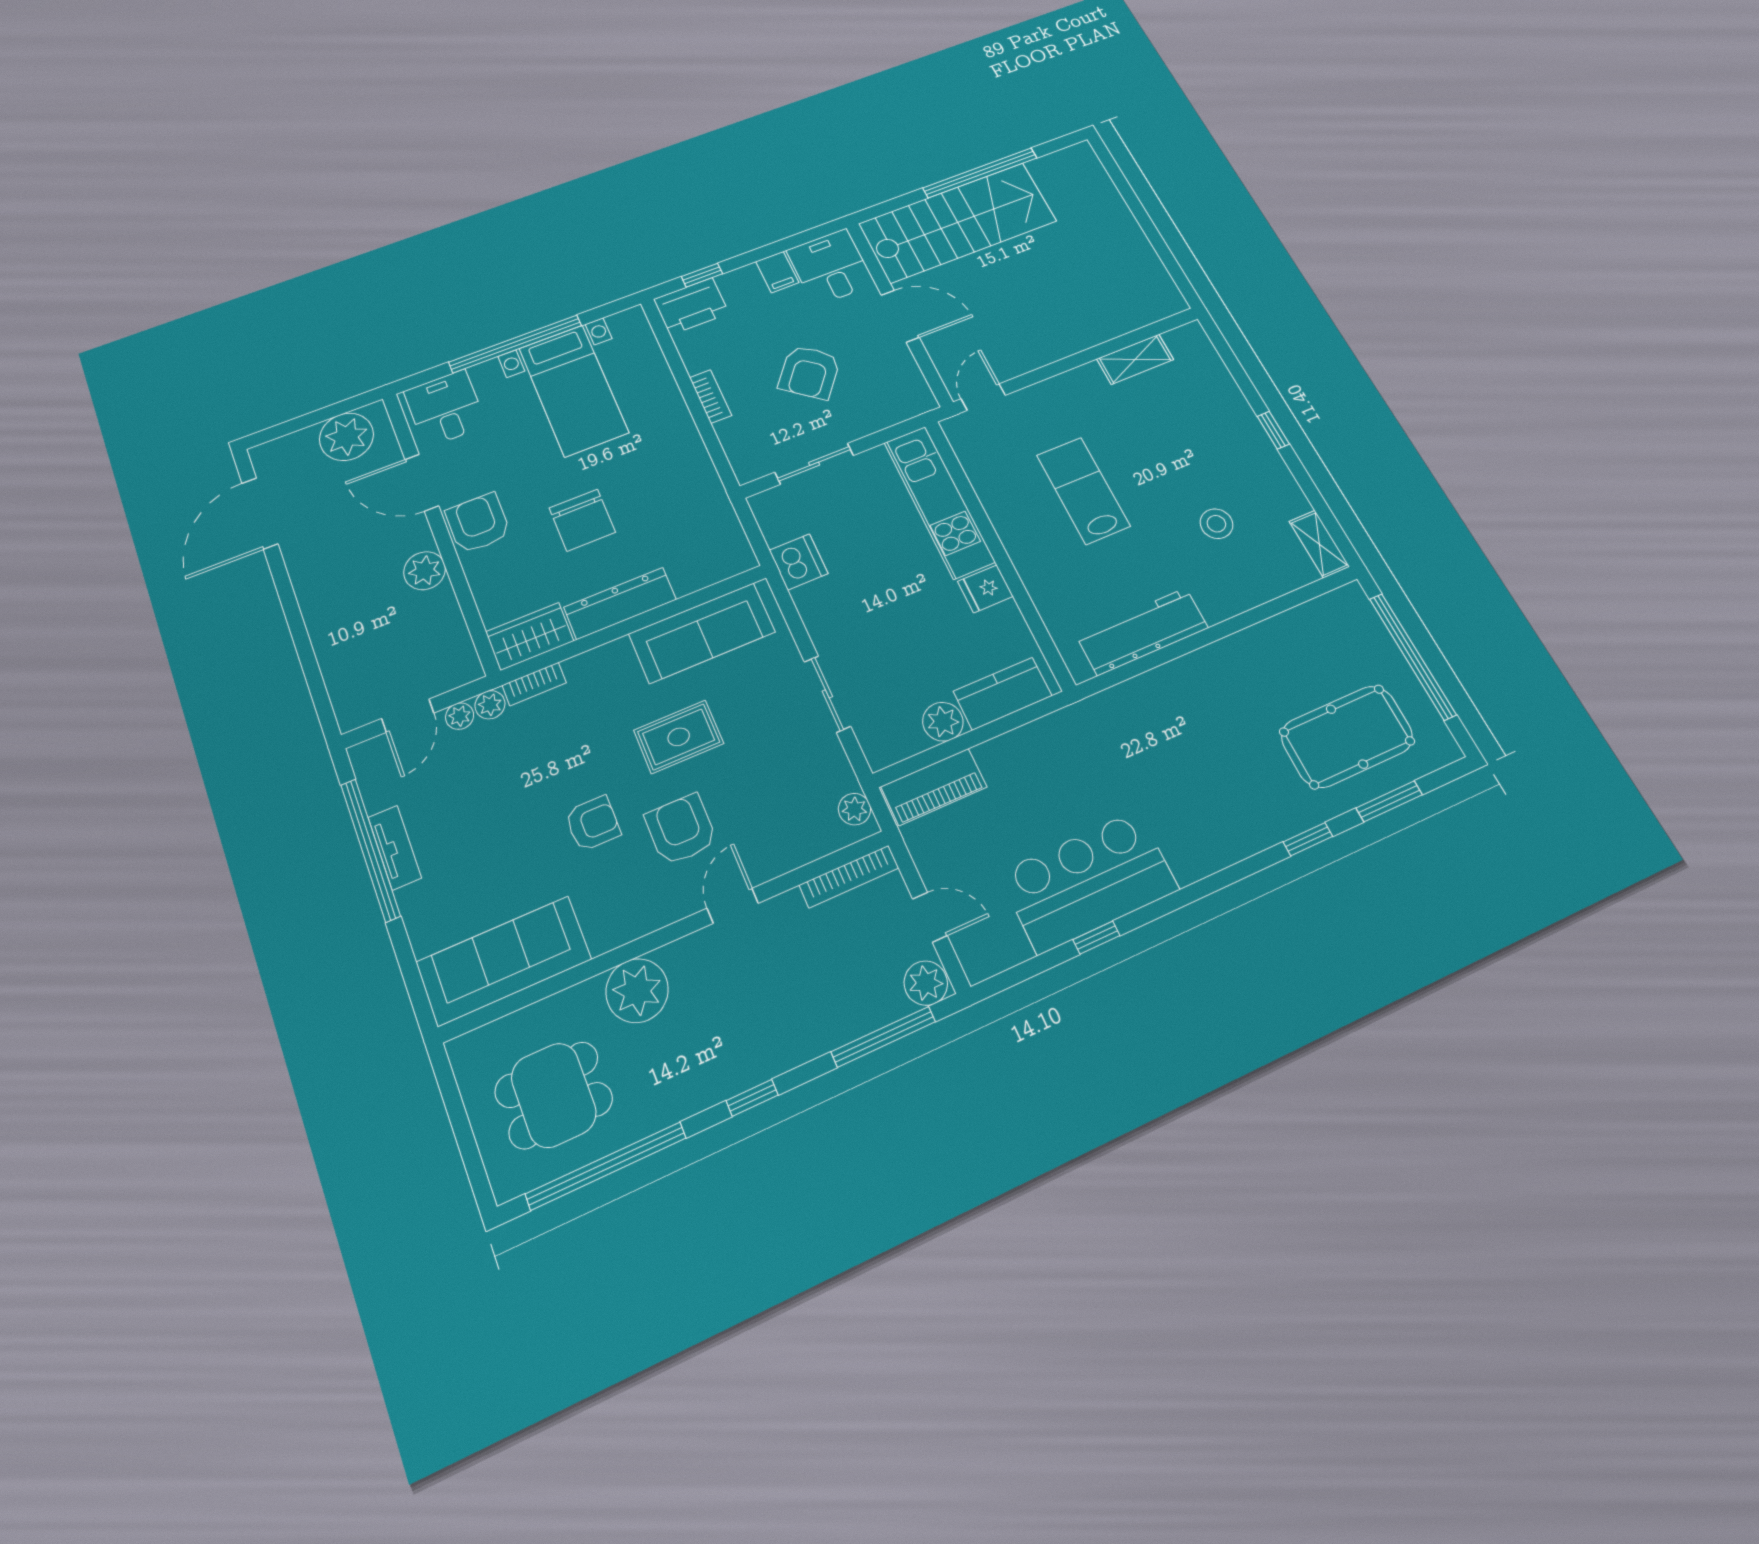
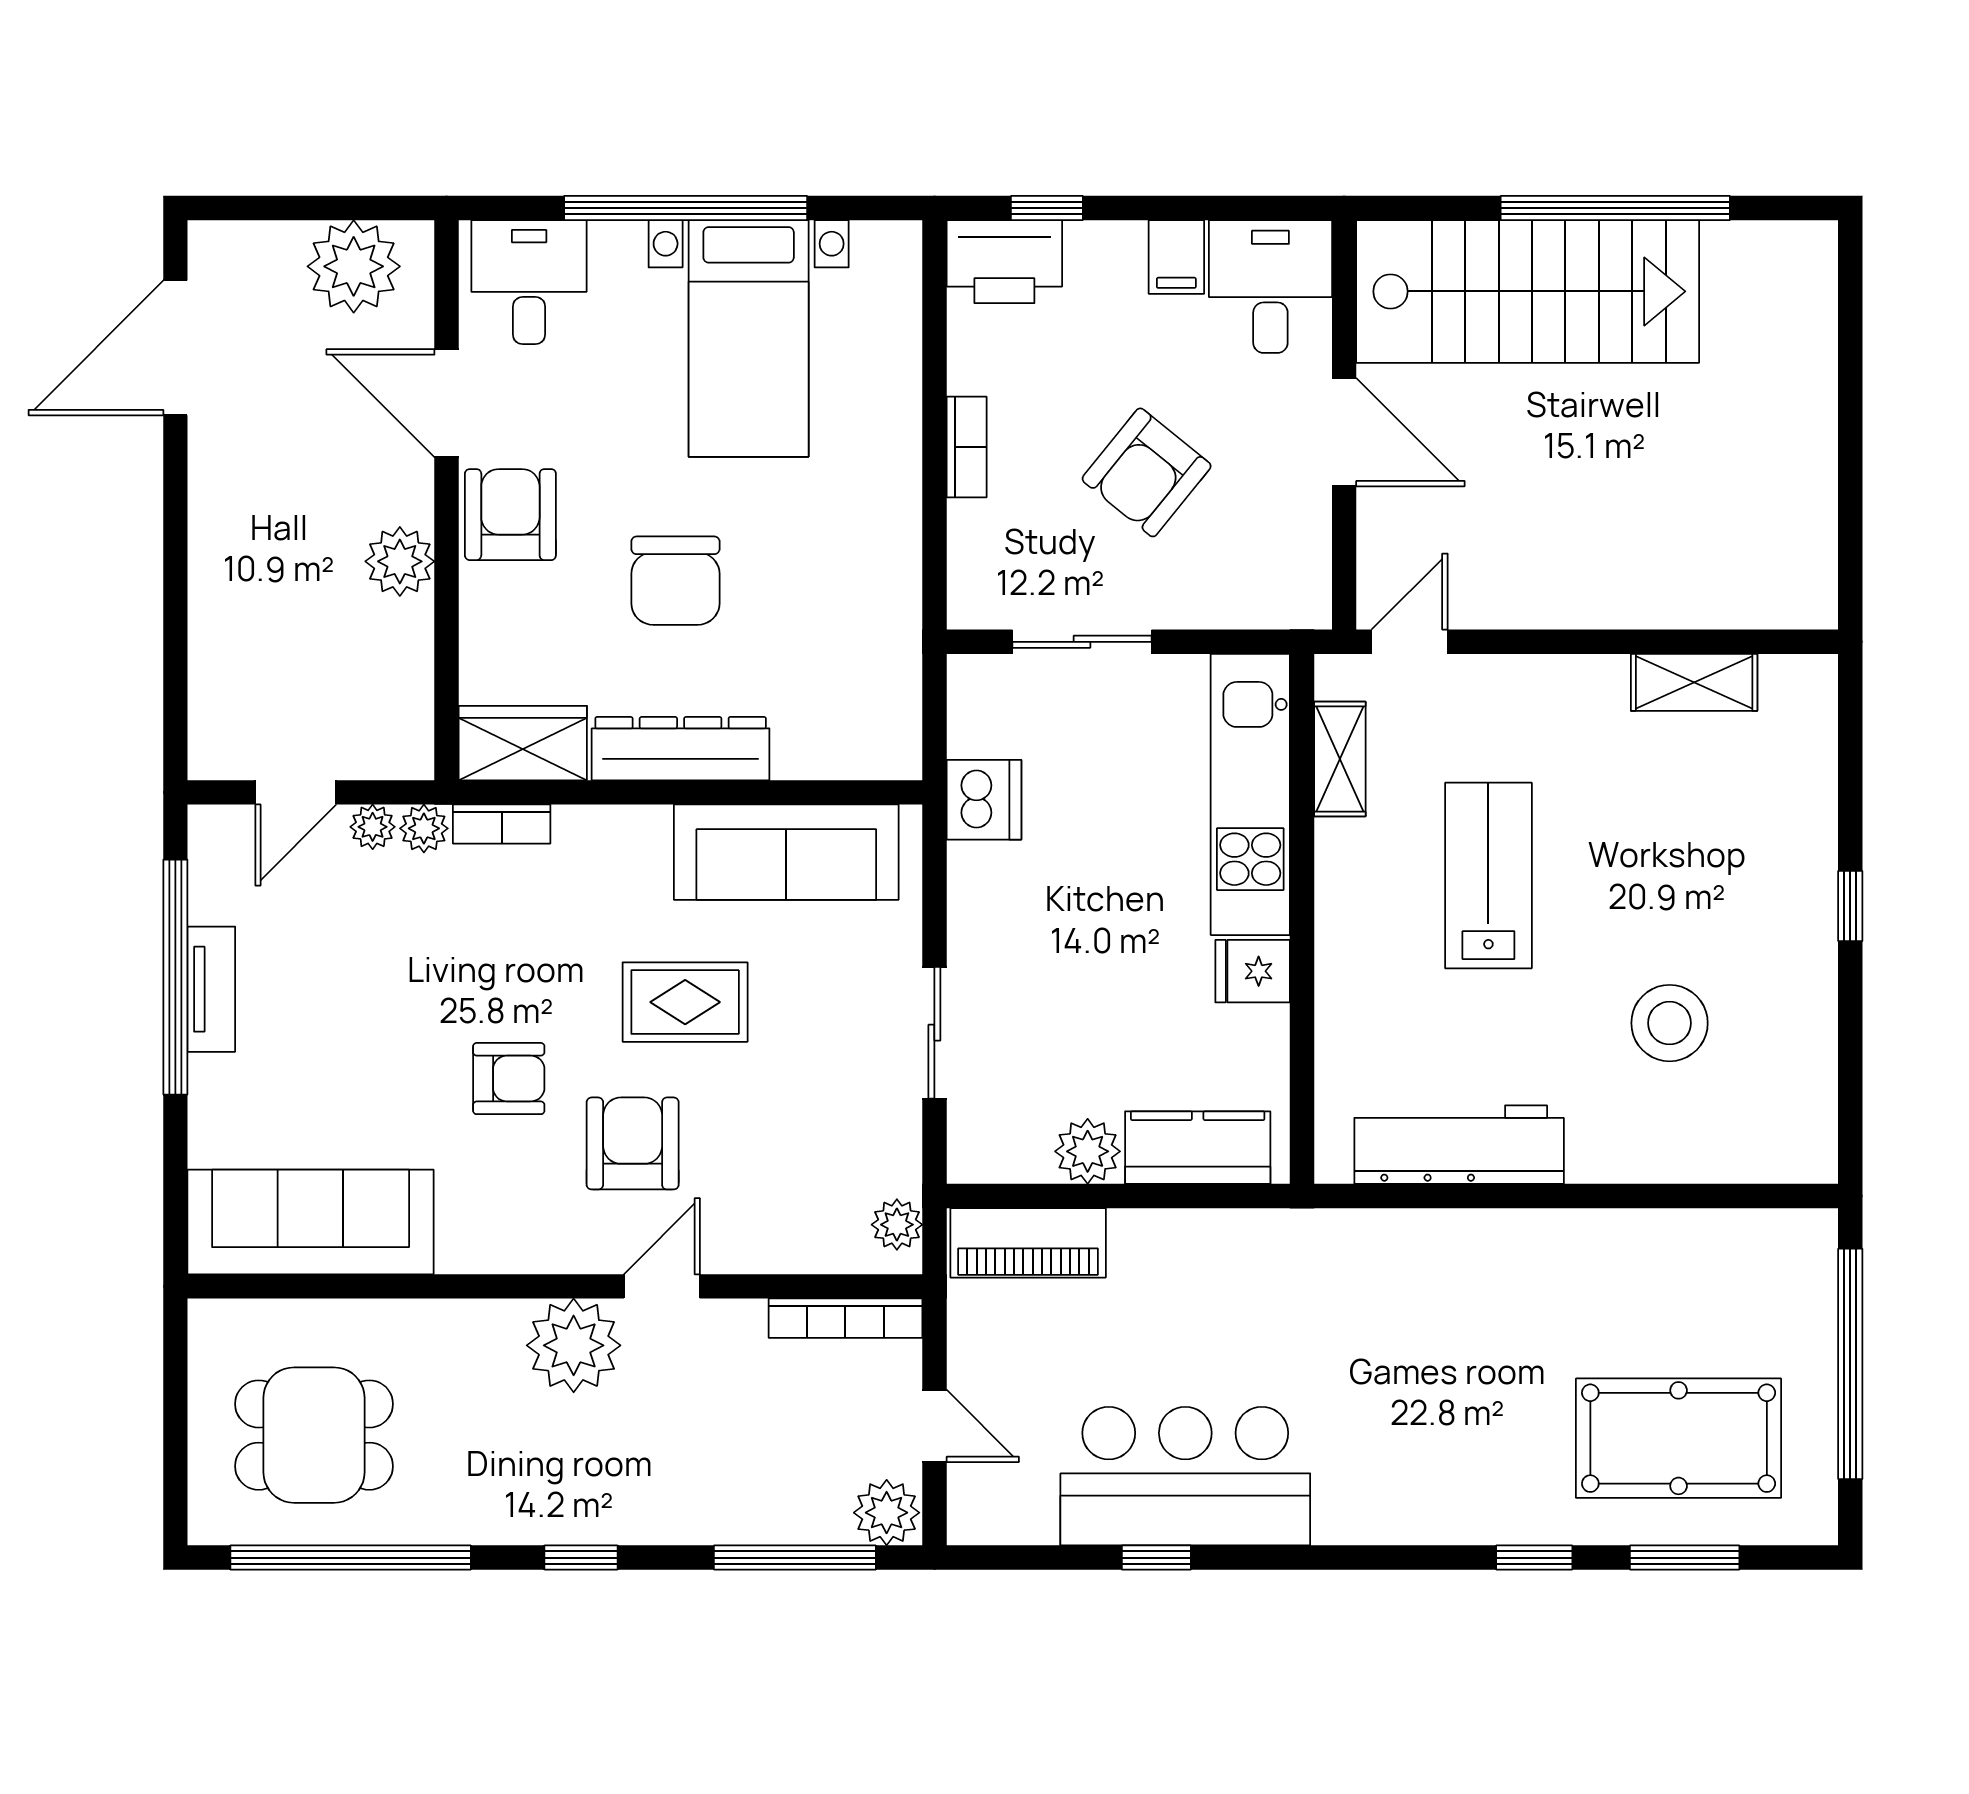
stool: (1216, 524) -> (1670, 1023), width x1.38, depth x1.38
shelving: (1319, 544) -> (1340, 759), moved
plant: (637, 991) -> (574, 1345), moved

